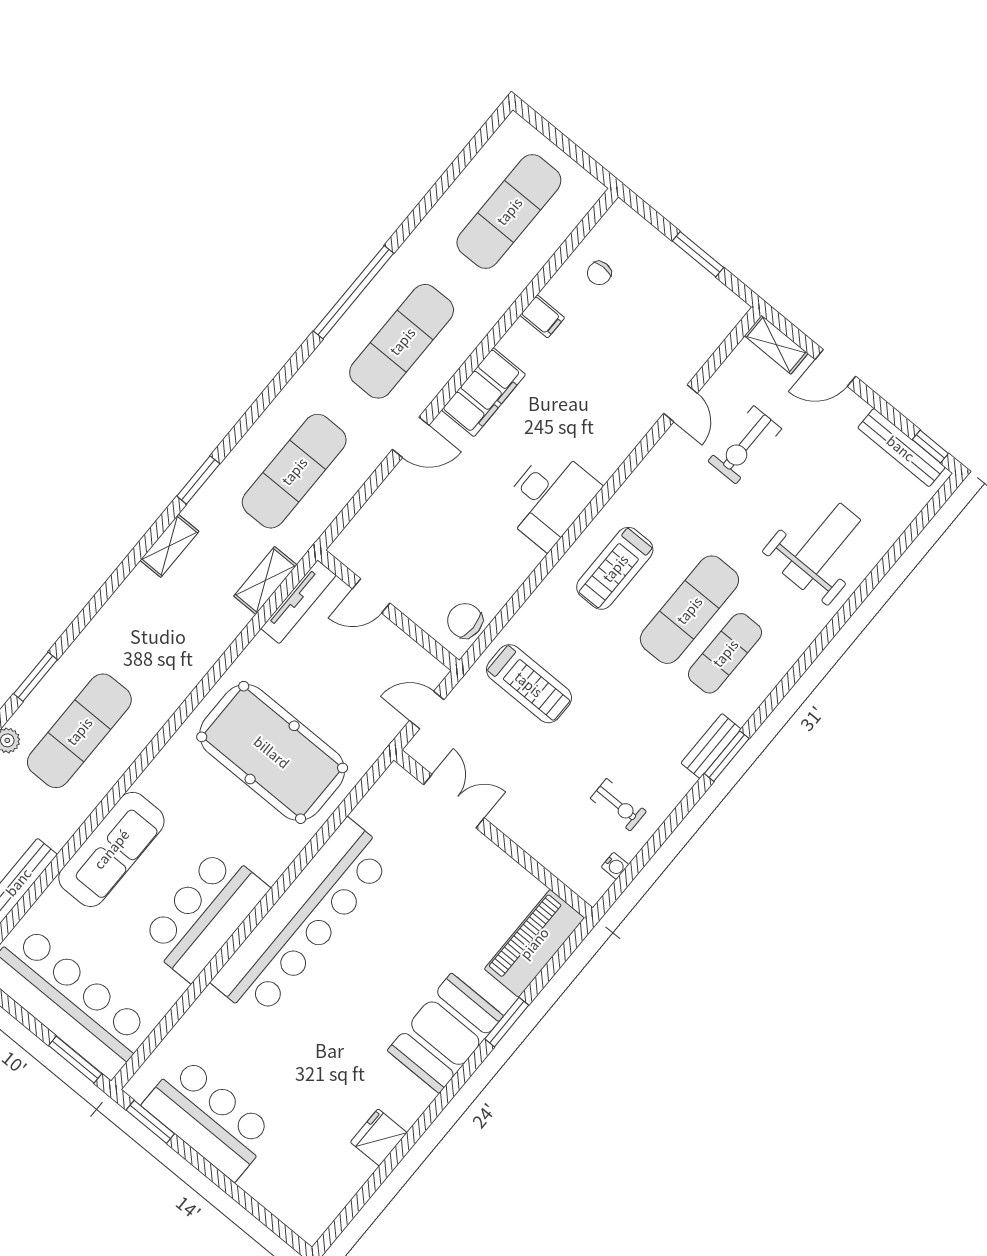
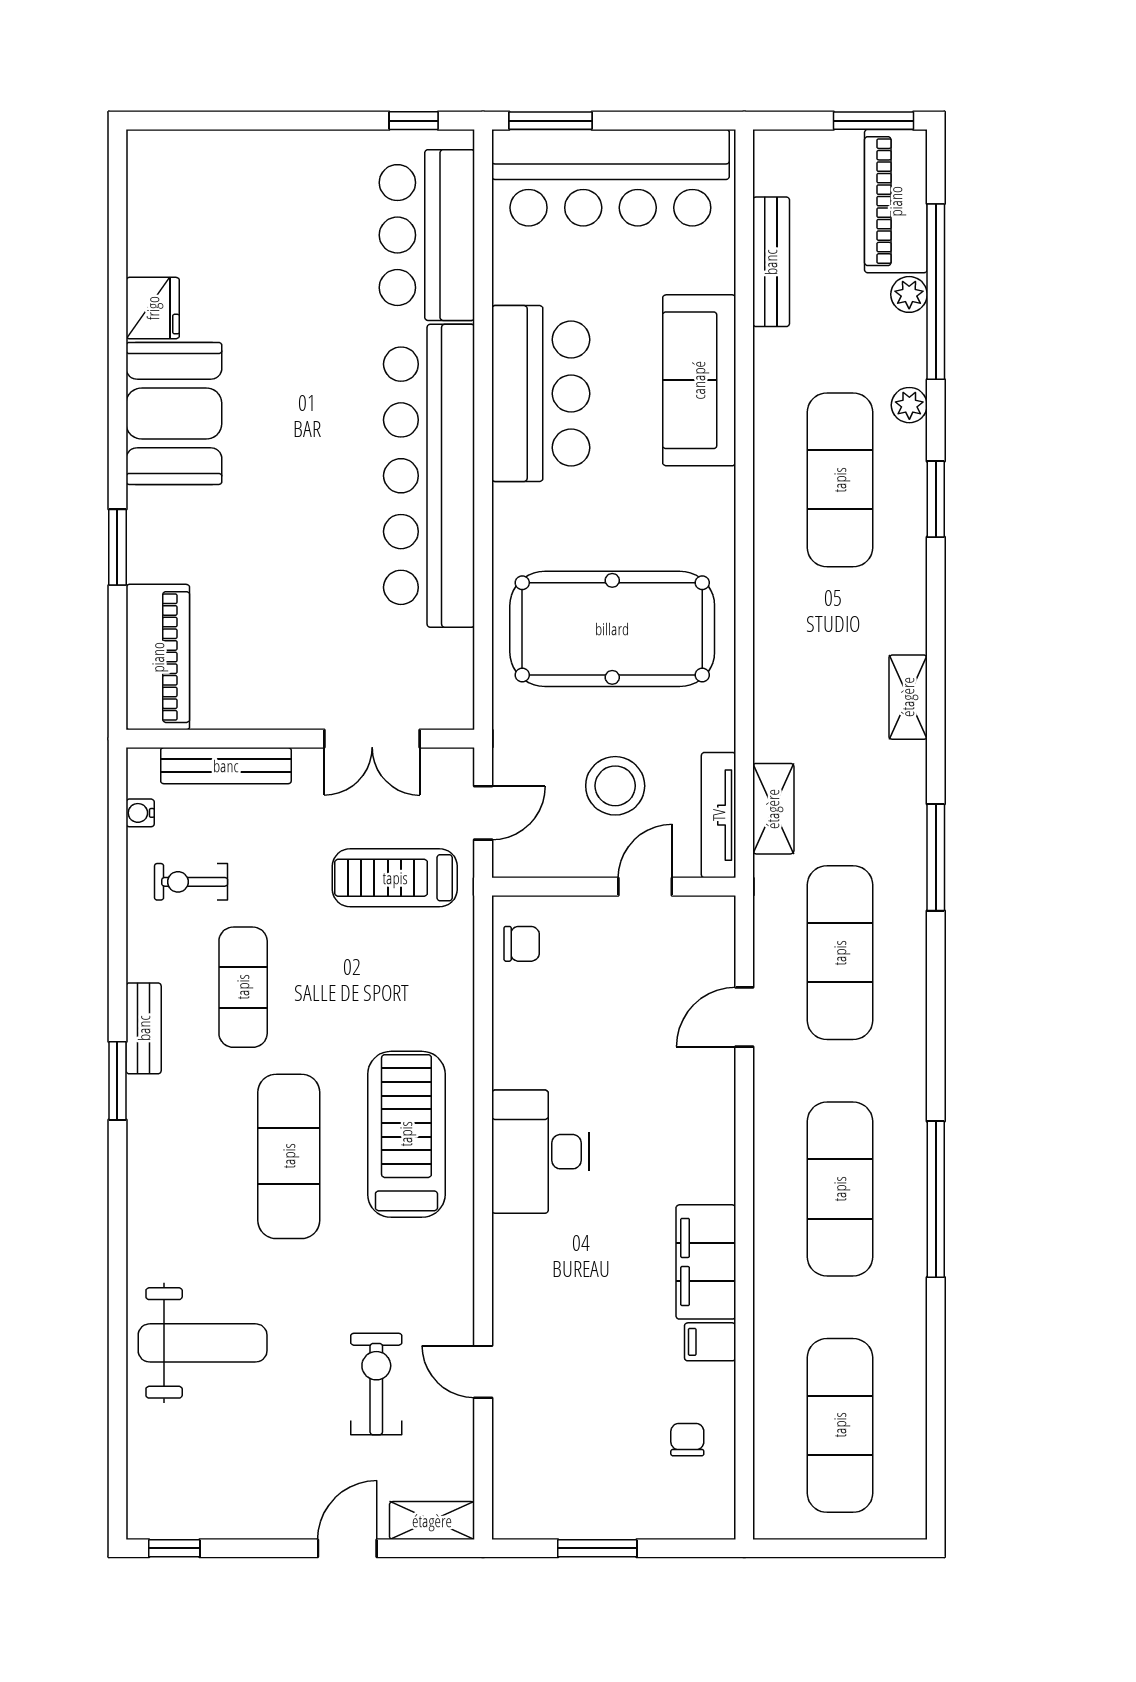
filing cabinet: (484, 392) -> (706, 1262), moved
door: (411, 437) -> (744, 1017), moved
bench: (901, 448) -> (226, 766), moved
window: (198, 480) -> (936, 857), width x1.44
shelving: (169, 546) -> (908, 697), moved
weight bench: (821, 546) -> (203, 1343), turned -90
treadmill: (615, 568) -> (406, 1134), width x1.37, depth x1.38
chair: (465, 621) -> (522, 944), width x0.73, depth x0.73
exercise mat: (725, 653) -> (243, 987), moved
stool: (342, 665) -> (615, 786), added
treadmill: (529, 684) -> (395, 878), moved
window: (727, 756) -> (117, 1081), moved
booth: (445, 1033) -> (174, 413), moved
bar counter: (209, 1118) -> (427, 235), moved, turned 90
window: (150, 1122) -> (414, 121), width x0.67

